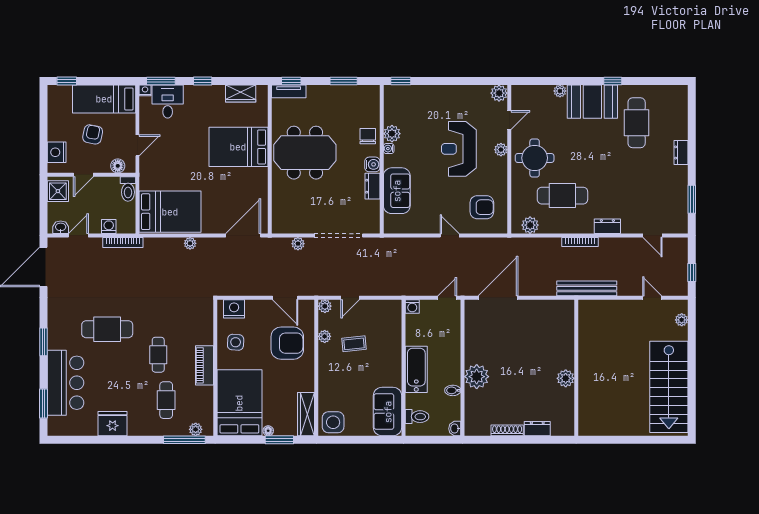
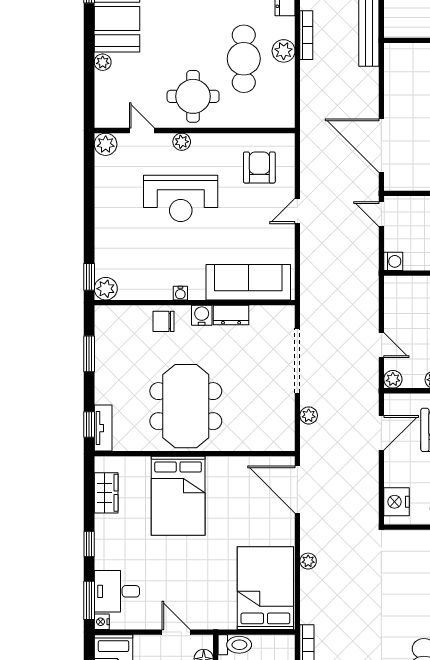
plant: (392, 134) -> (106, 289), moved
sofa: (397, 191) -> (248, 282), width x1.36
plant: (530, 225) -> (284, 51), moved

